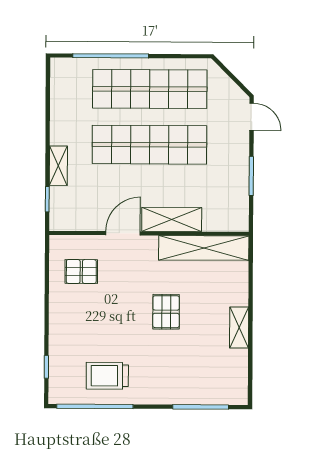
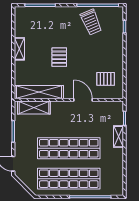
shelving: (172, 220) -> (34, 108), moved
door: (123, 233) -> (83, 100), swing flipped
trolley: (107, 376) -> (91, 22), turned 67

